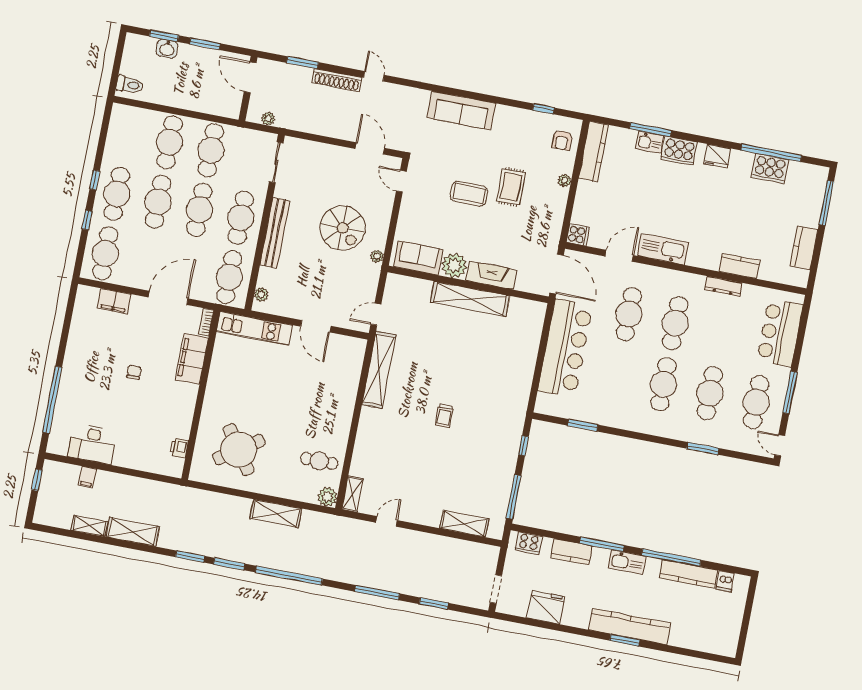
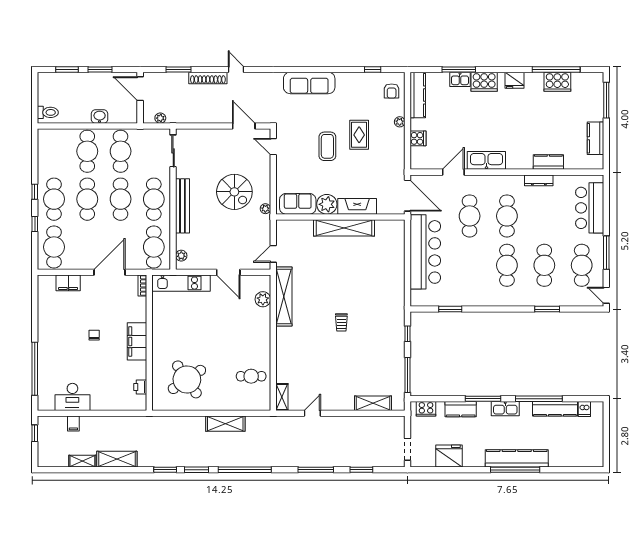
washbasin: (167, 49) -> (100, 117), moved, turned 180
coffee table: (469, 194) -> (327, 146), turned 90
cooker: (578, 235) -> (418, 138), moved
filing cabinet: (192, 359) -> (137, 341), moved
plant: (327, 497) -> (263, 299), moved
window: (625, 640) -> (515, 470), width x2.11

